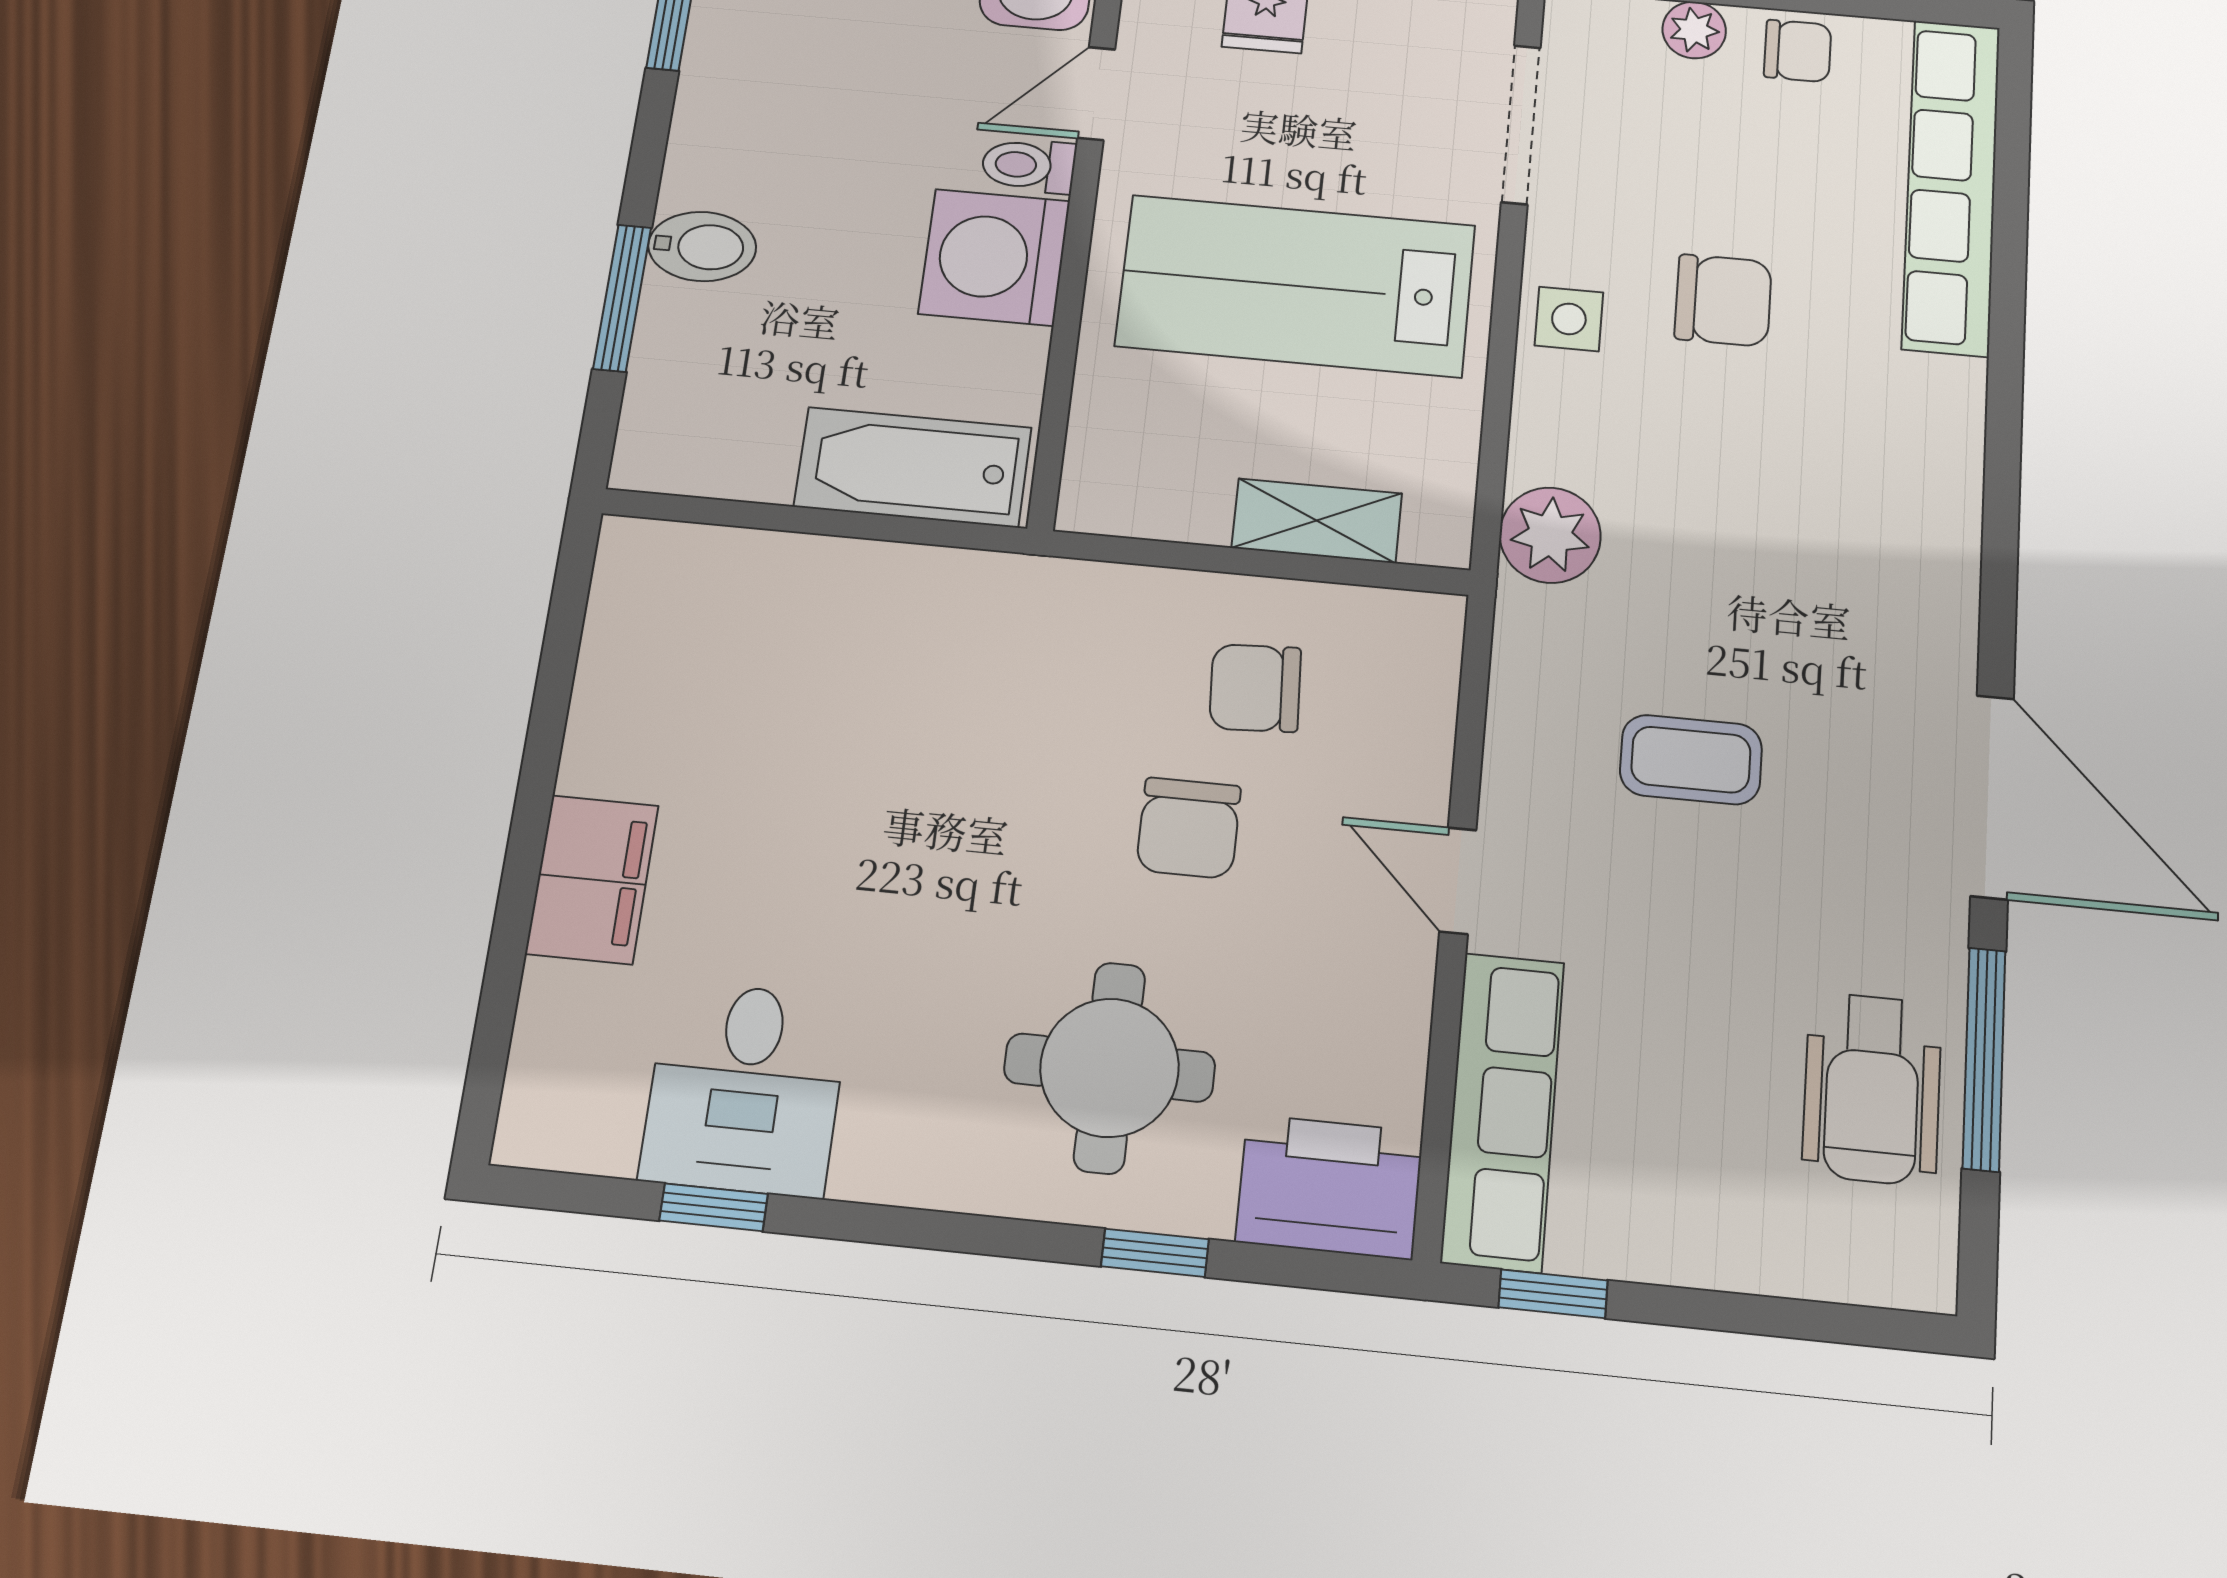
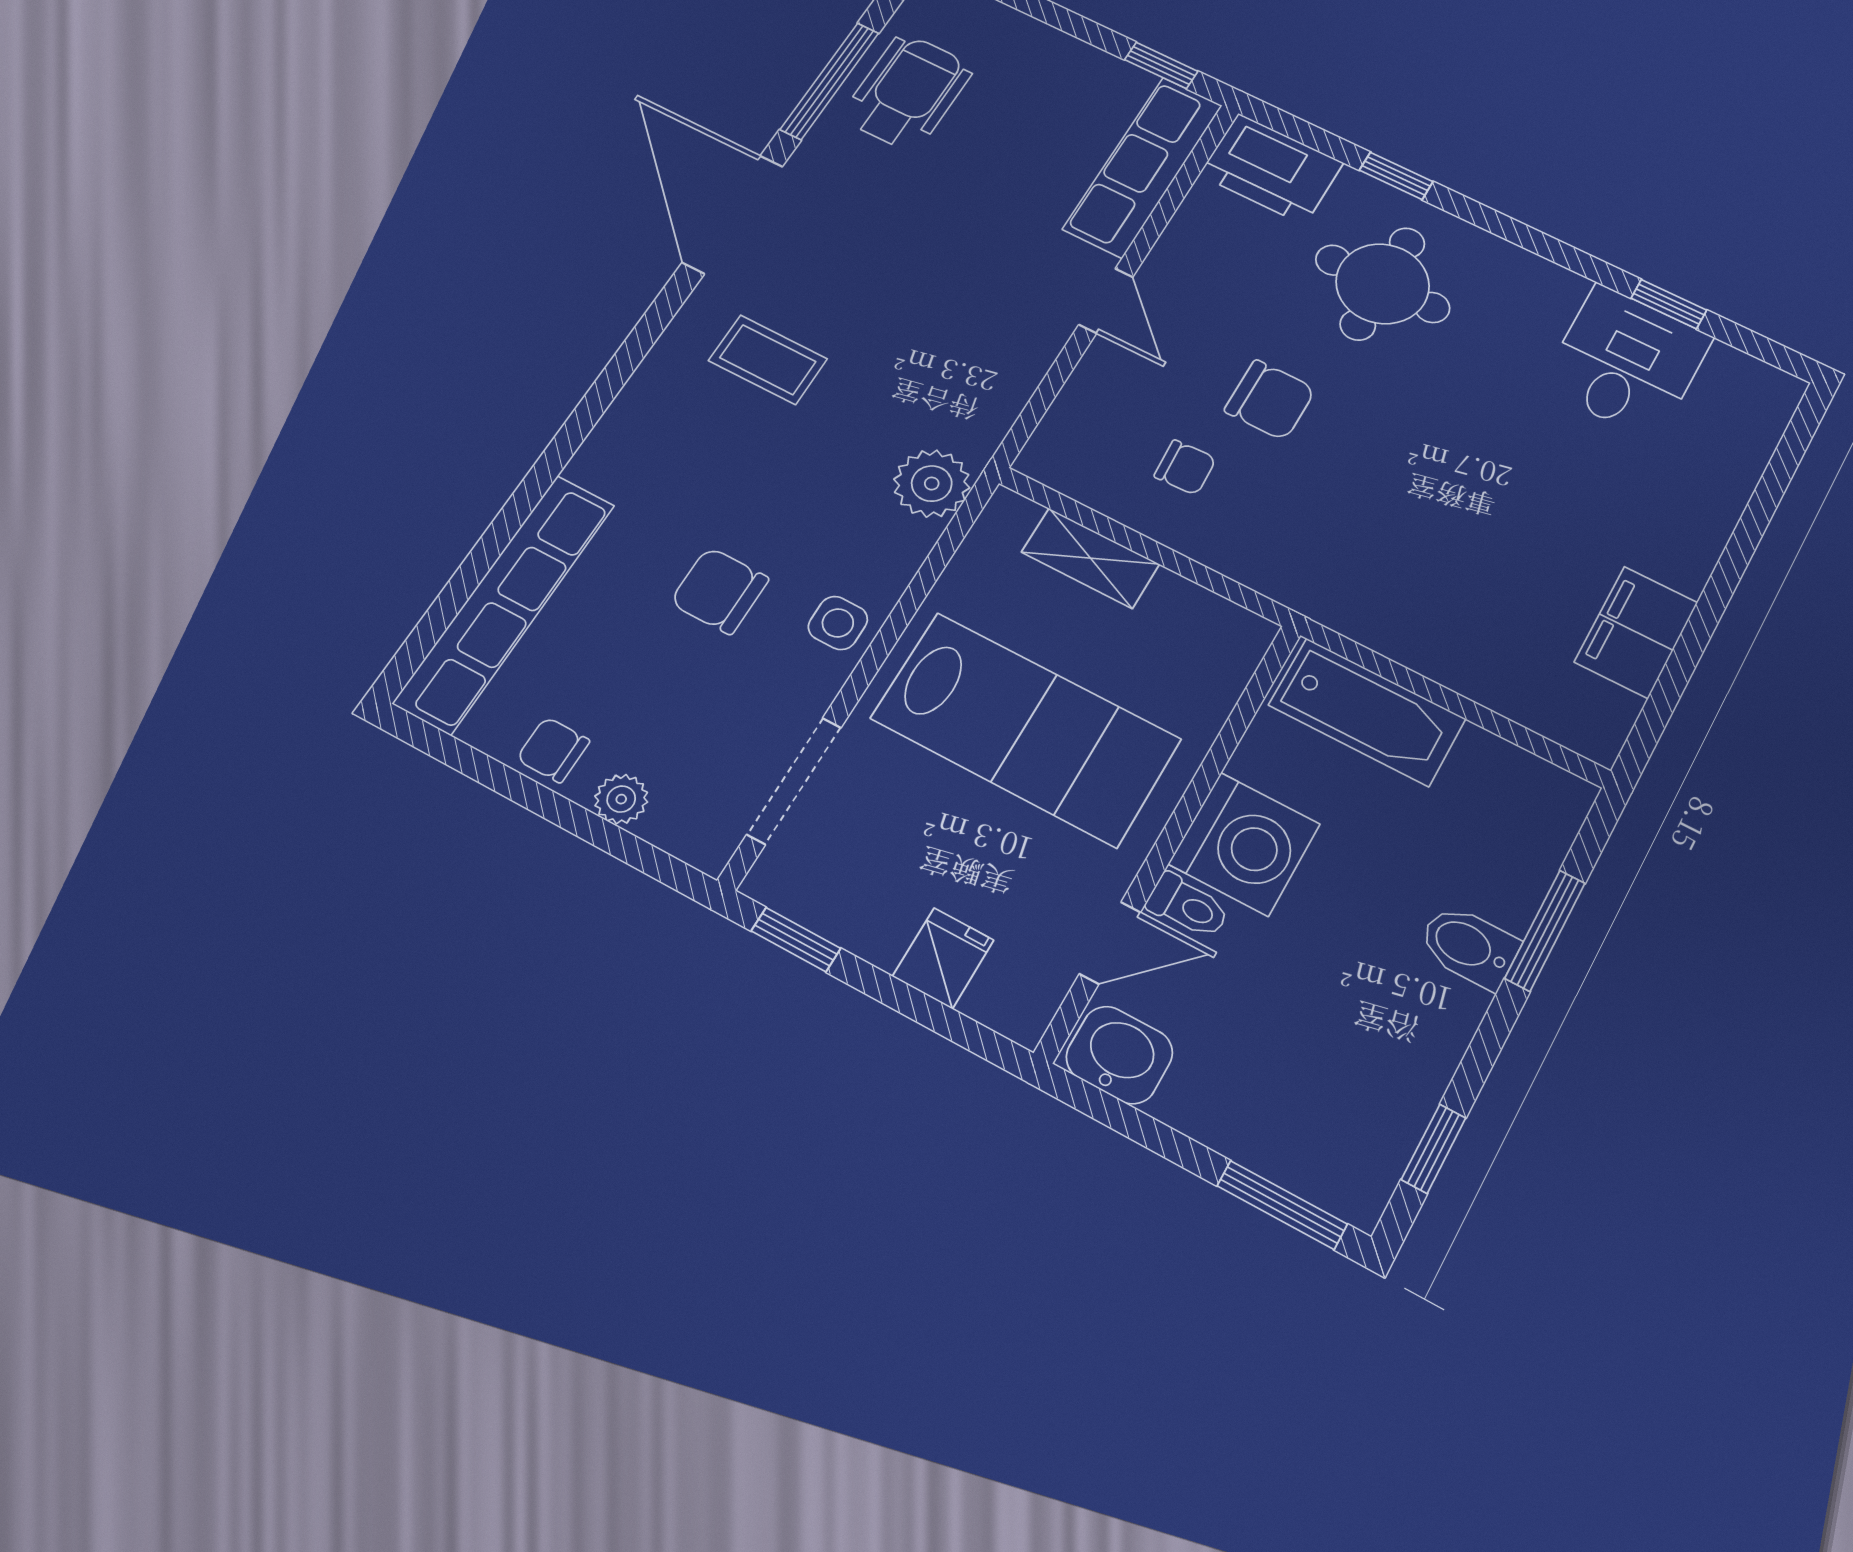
chair: (1255, 688) -> (1185, 467), width x0.73, depth x0.73
coffee table: (1691, 760) -> (768, 360), moved
chair: (1189, 828) -> (1270, 400), turned 90
filing cabinet: (592, 879) -> (1636, 632), moved

